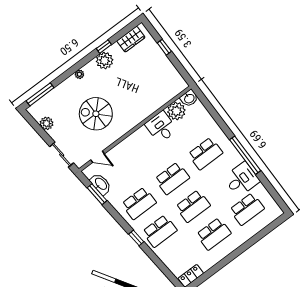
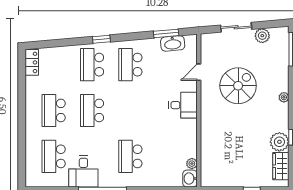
plant: (105, 61) -> (279, 142), moved
plant: (176, 111) -> (192, 164), width x0.53, depth x0.53
desk: (161, 127) -> (183, 105), moved
sliding door: (62, 155) -> (236, 27), moved
door: (98, 157) -> (199, 72), moved
school desk: (172, 178) -> (130, 110), removed

